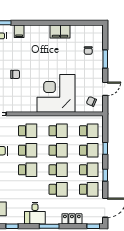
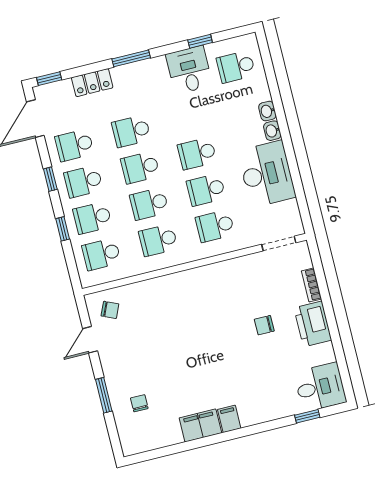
filing cabinet: (19, 31) -> (229, 419), moved
corner desk: (56, 93) -> (180, 309), removed
desk: (35, 213) -> (189, 70), moved

